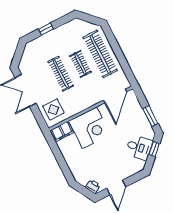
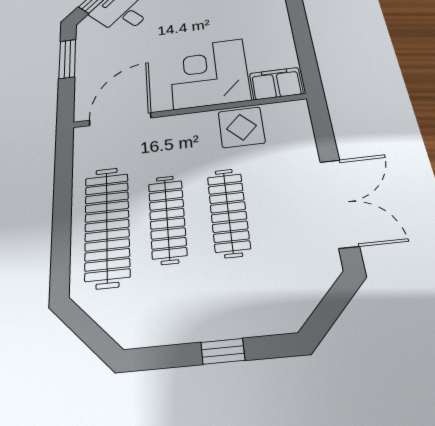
clothes rail: (80, 64) -> (167, 219), width x1.36
display table: (53, 110) -> (241, 127), moved

